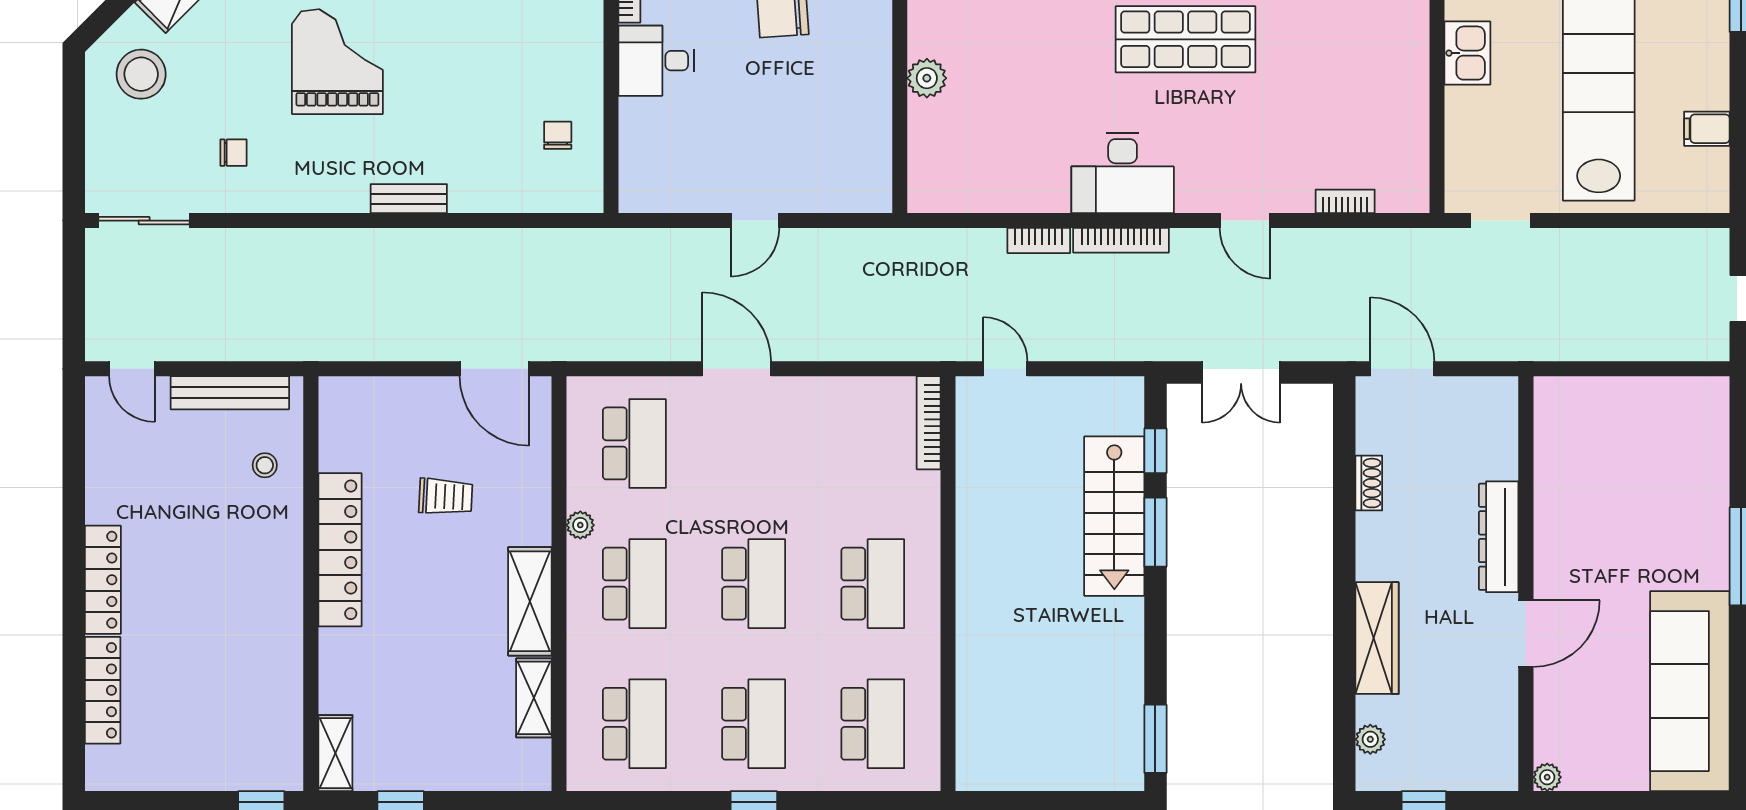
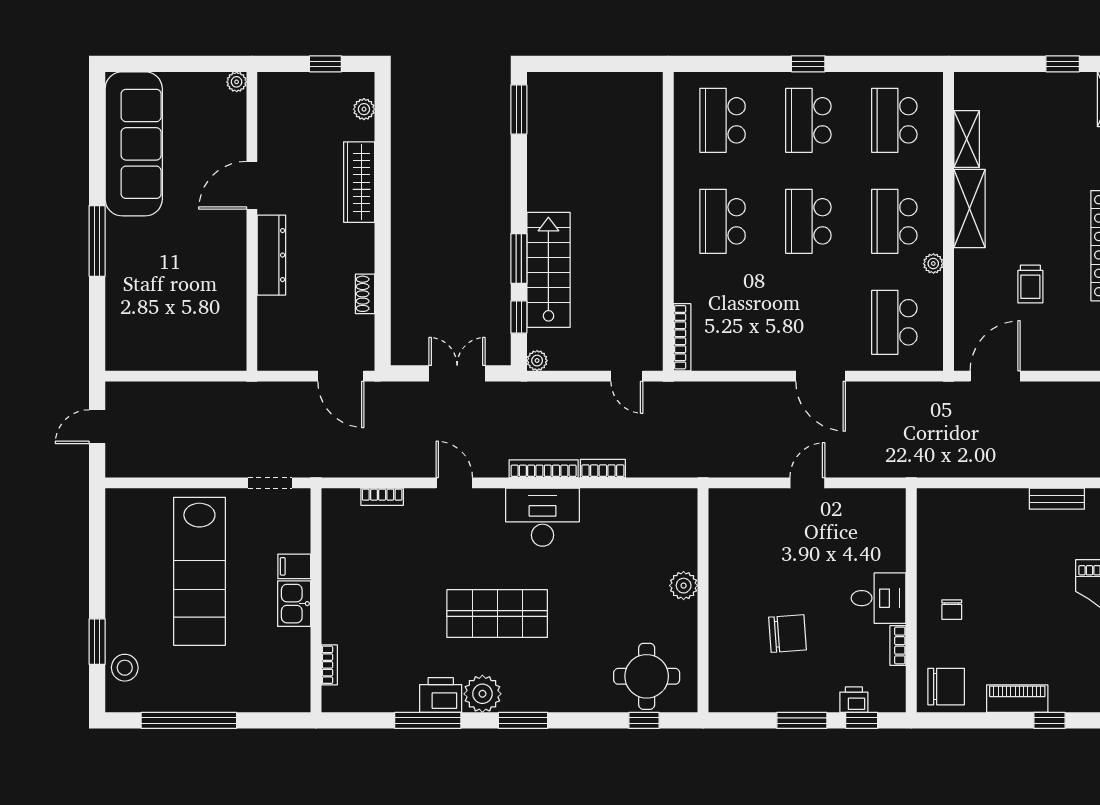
filing cabinet: (1707, 129) -> (294, 566), moved, turned 180
chair: (558, 135) -> (952, 610), moved
door: (494, 369) -> (995, 376), hinge flipped
plant: (1130, 390) -> (537, 361), added
trolley: (446, 497) -> (1030, 284), turned -93

